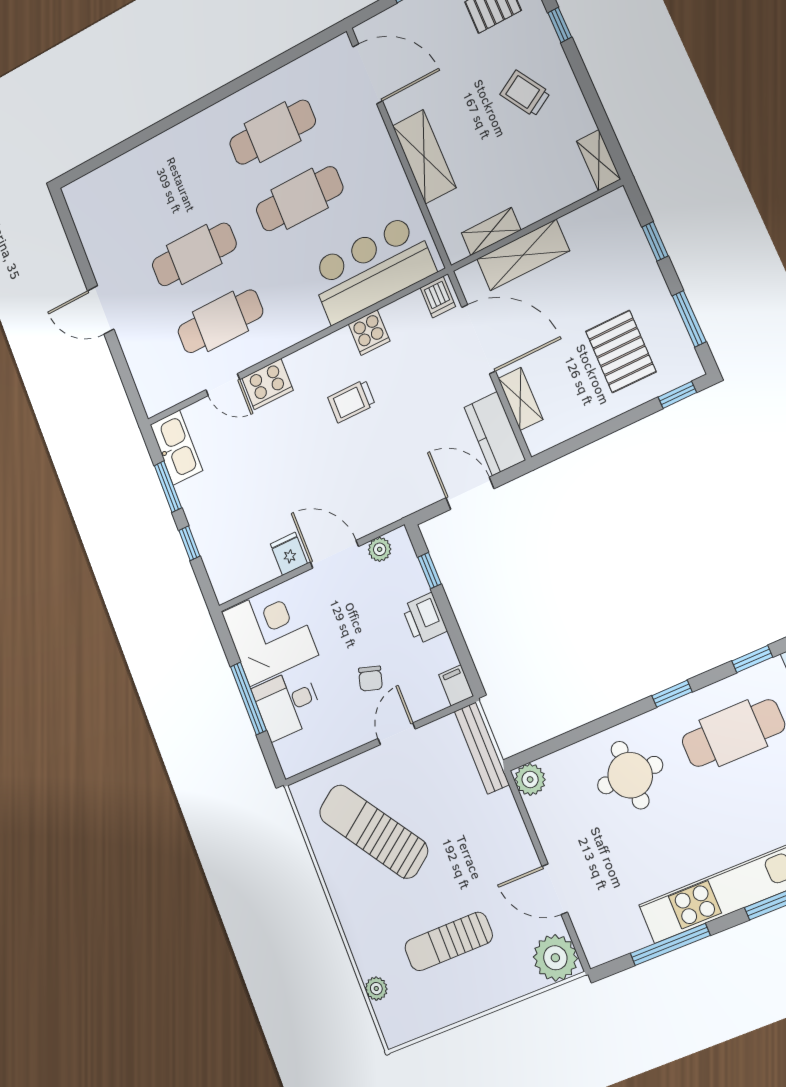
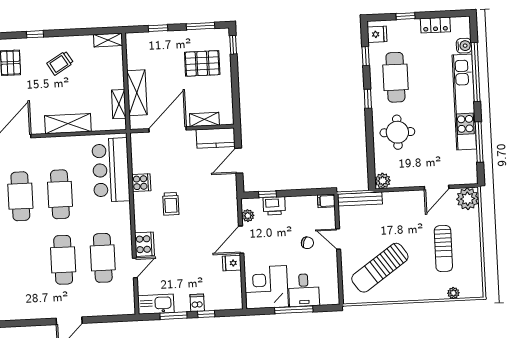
dishwasher: (438, 297) -> (197, 303), moved, turned -90
printer: (424, 618) -> (274, 206), moved

